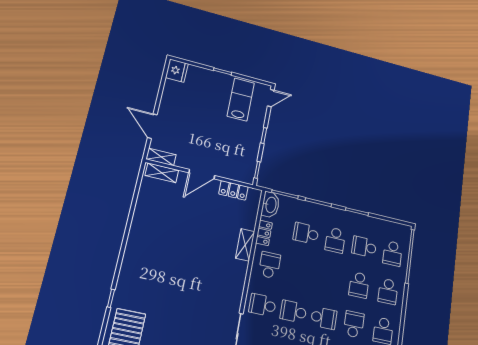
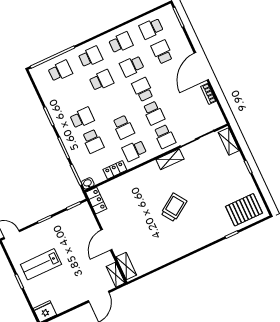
lab bench: (241, 99) -> (41, 264), moved
door: (202, 174) -> (106, 240), swing flipped
locker: (233, 190) -> (96, 201), moved
washbasin: (271, 205) -> (88, 183), width x0.52, depth x0.69
shelving: (245, 245) -> (170, 159), moved
school desk: (364, 247) -> (123, 127), moved
trolley: (185, 261) -> (174, 207), added

